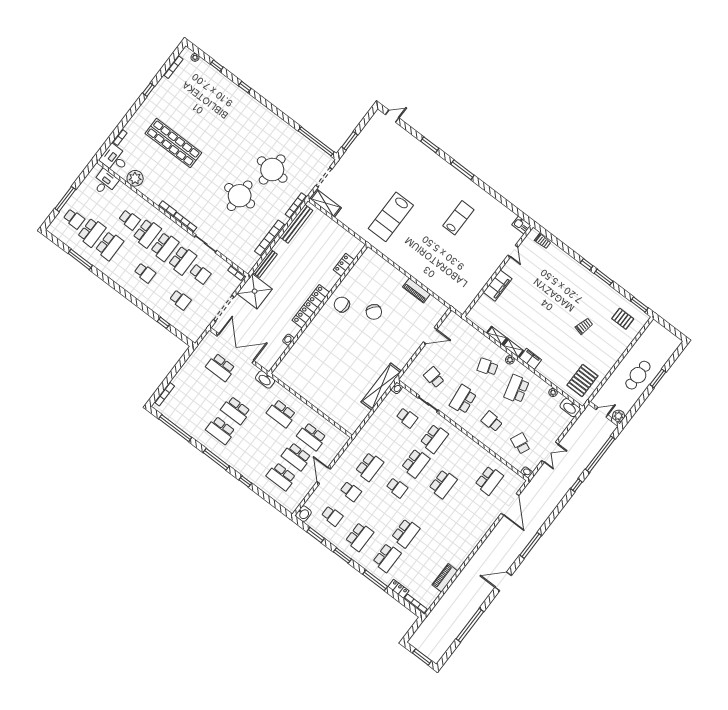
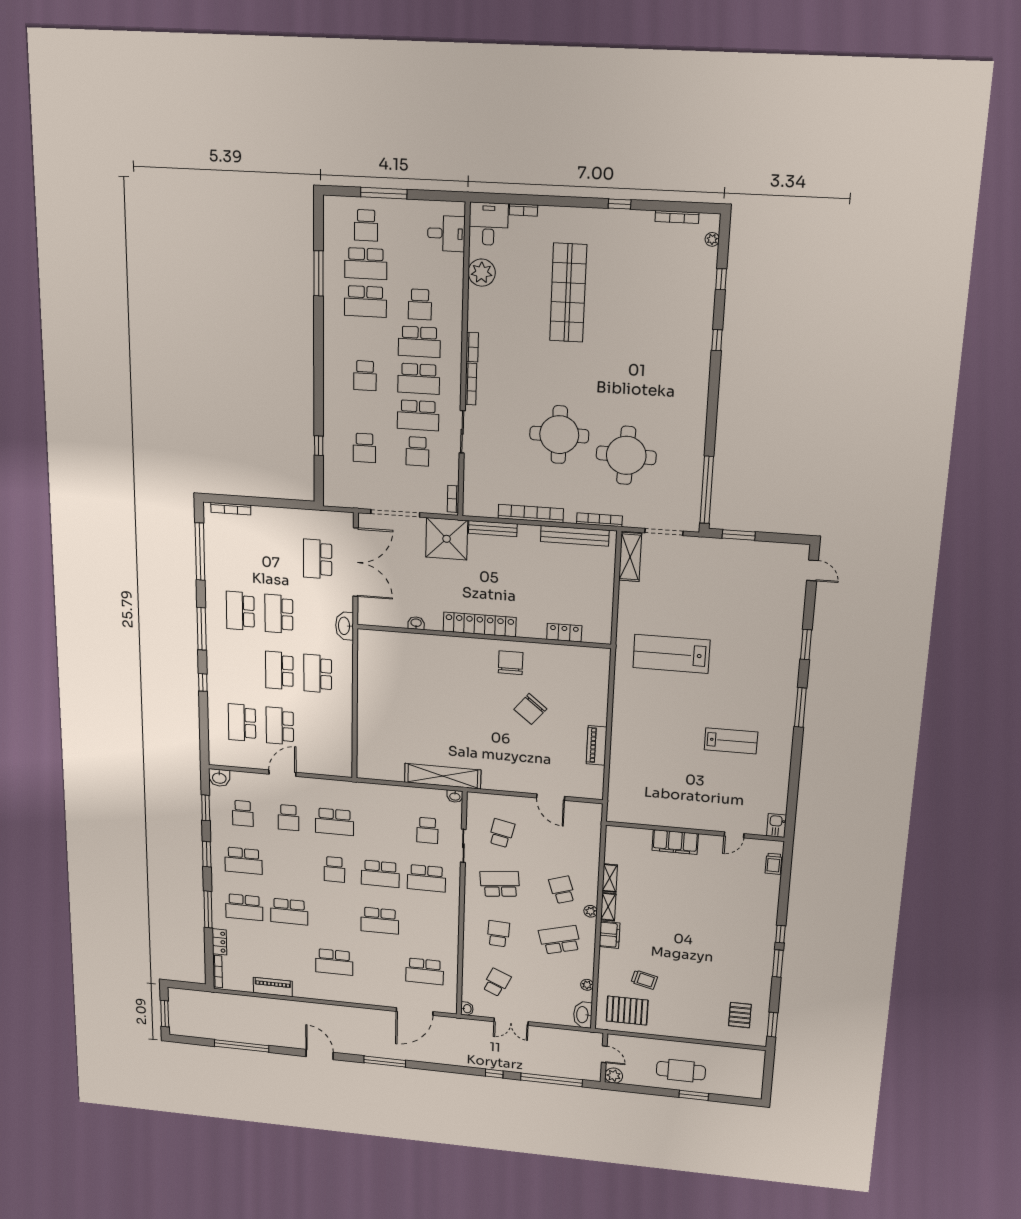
trolley: (584, 326) -> (644, 980), moved
school desk: (312, 437) -> (279, 670), moved
school desk: (452, 529) -> (334, 962), added

